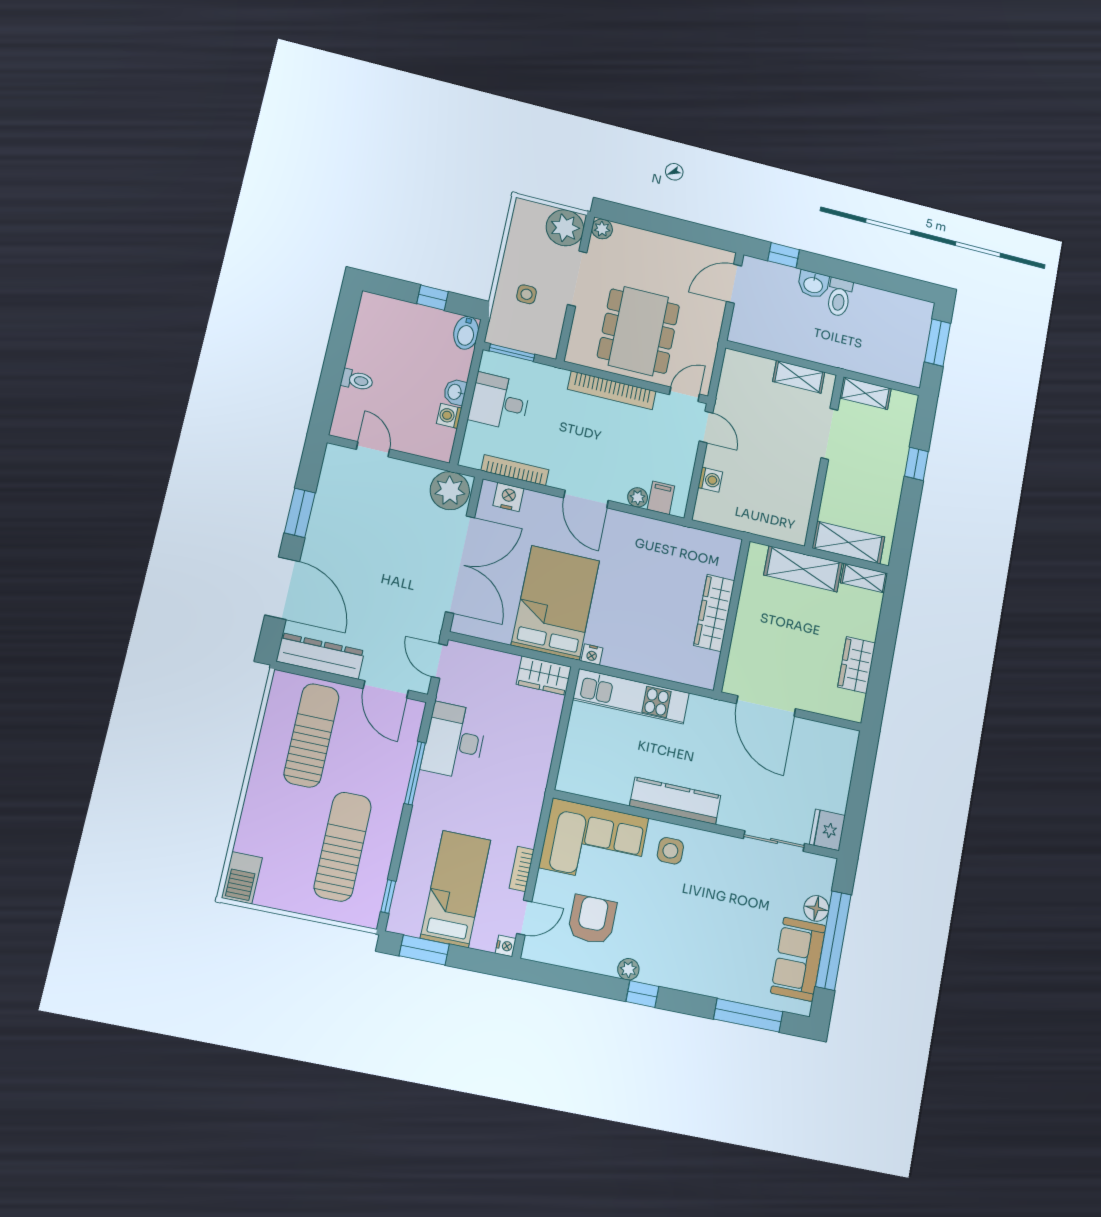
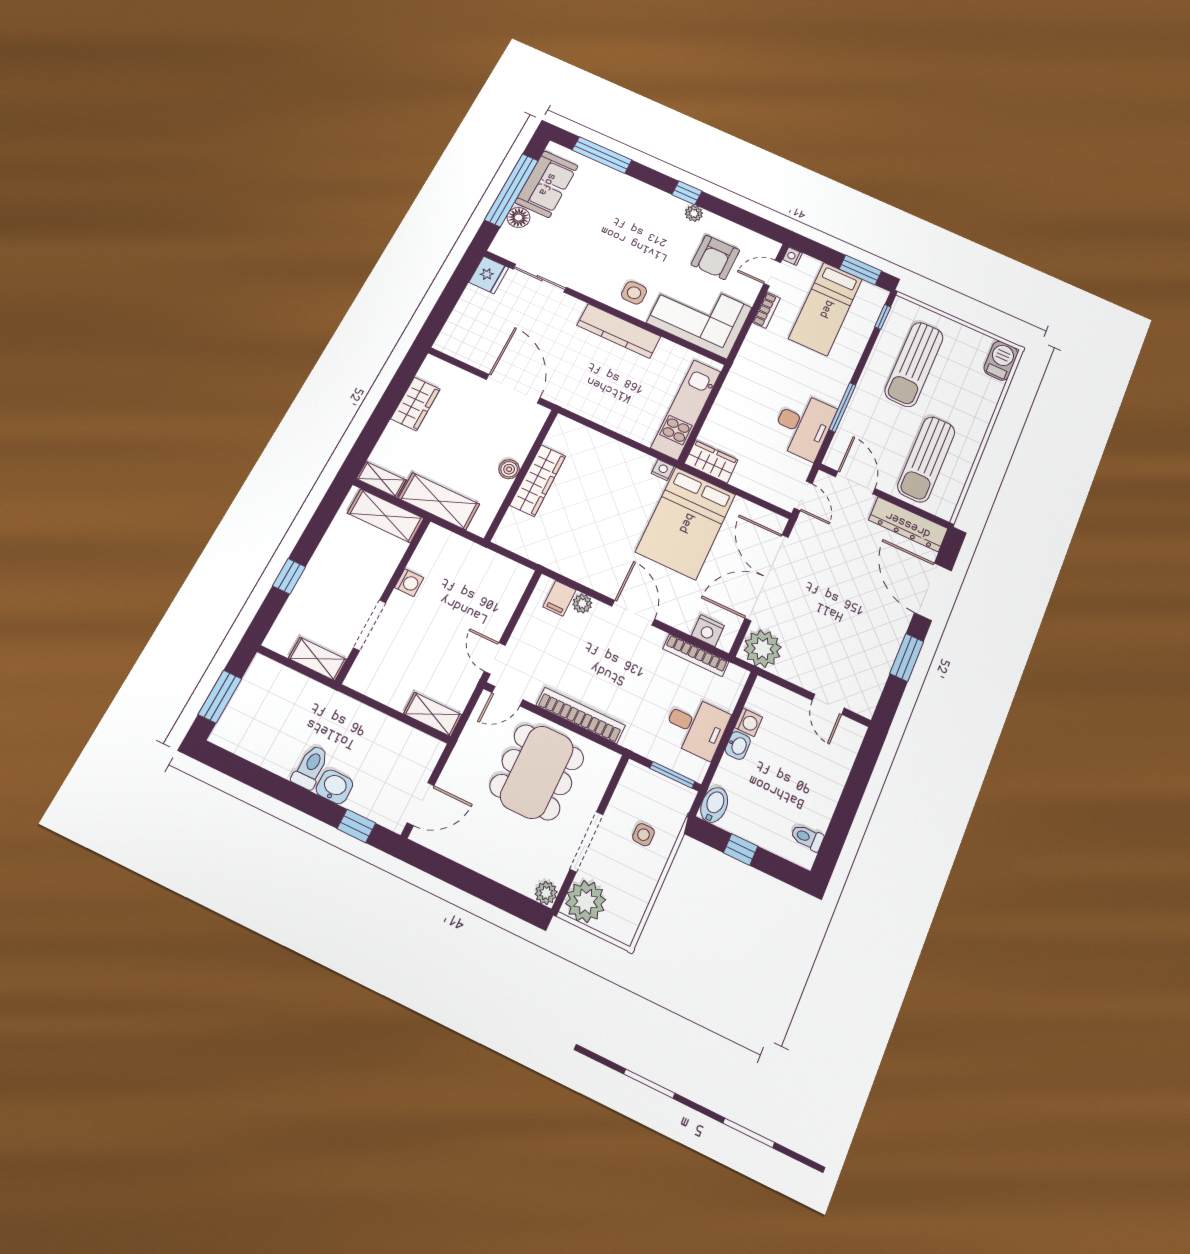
shelving: (799, 377) -> (433, 714), moved
toilet: (357, 380) -> (807, 838), moved
washing machine: (710, 480) -> (409, 583), moved, turned 180
boiler: (745, 618) -> (509, 469), added
kitchen unit: (631, 696) -> (686, 410), moved, turned -90

